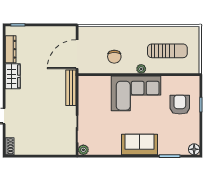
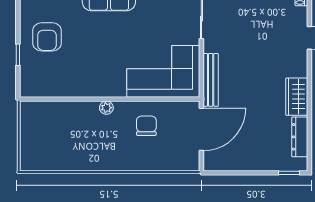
sun lounger: (167, 51) -> (68, 134), removed
corner sofa: (136, 93) -> (163, 71), moved
armchair: (180, 105) -> (47, 37), moved

